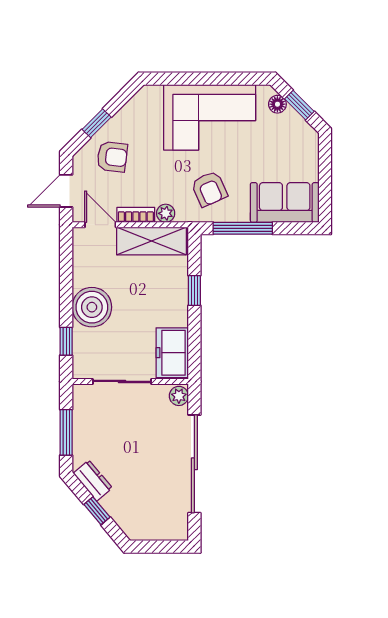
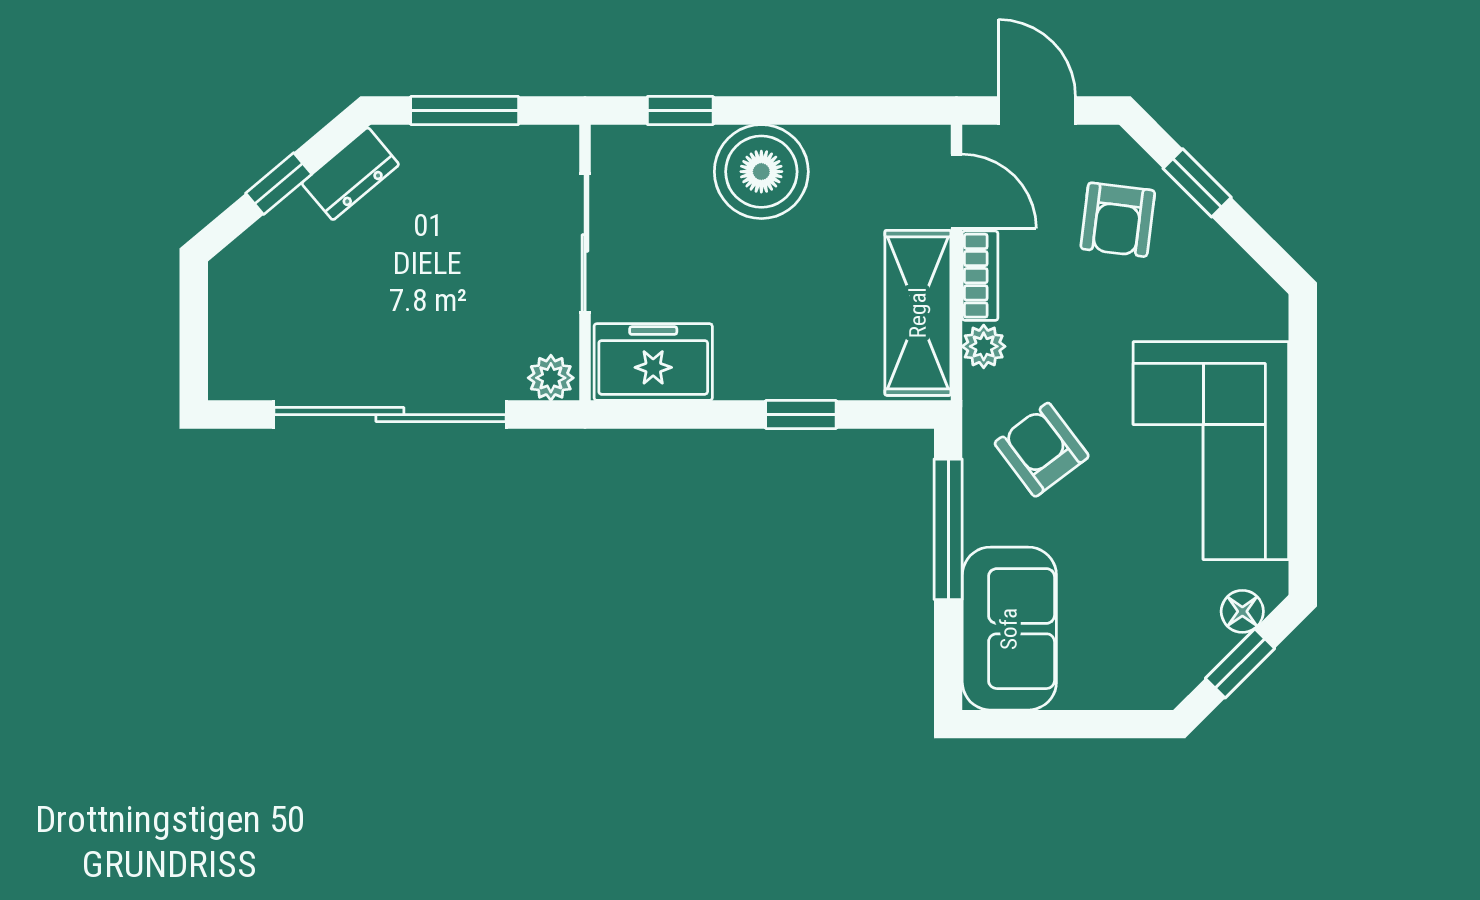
armchair: (209, 189) -> (1042, 450), turned 77
door: (100, 225) -> (957, 191), hinge flipped

